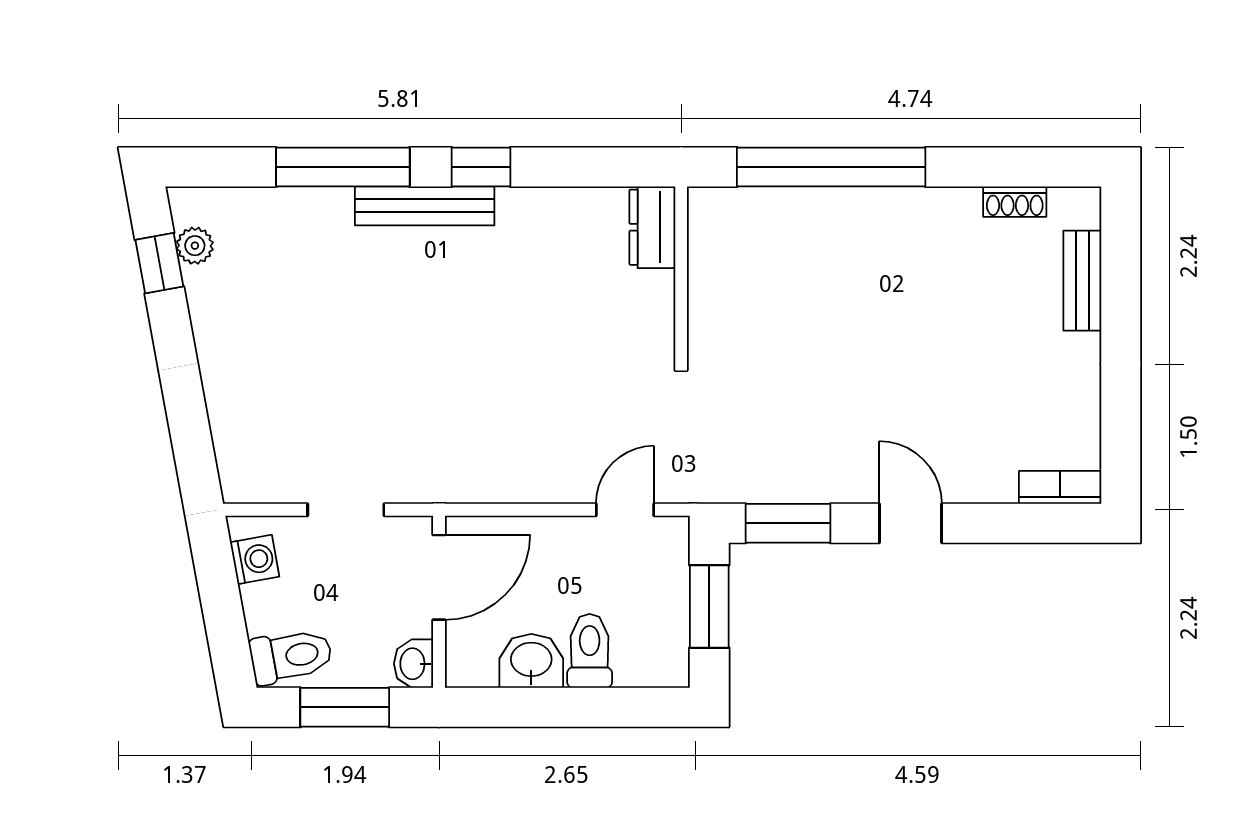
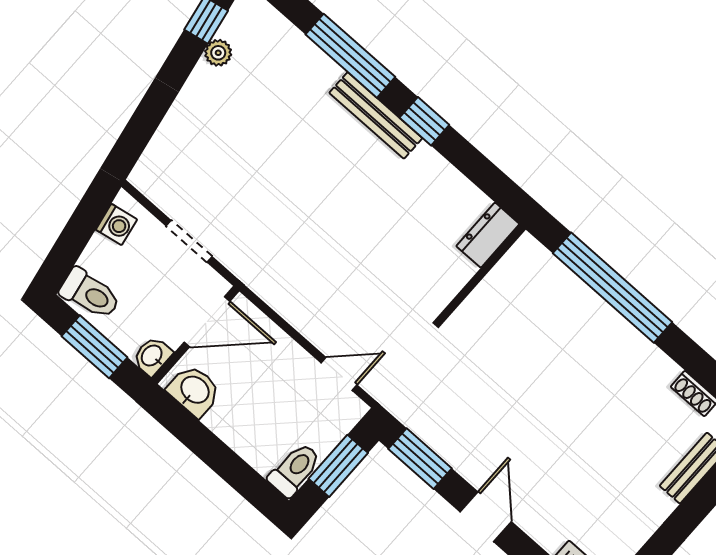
plant: (195, 246) -> (218, 53), moved
toilet: (590, 651) -> (295, 470), moved
washbasin: (531, 661) -> (194, 391), moved

